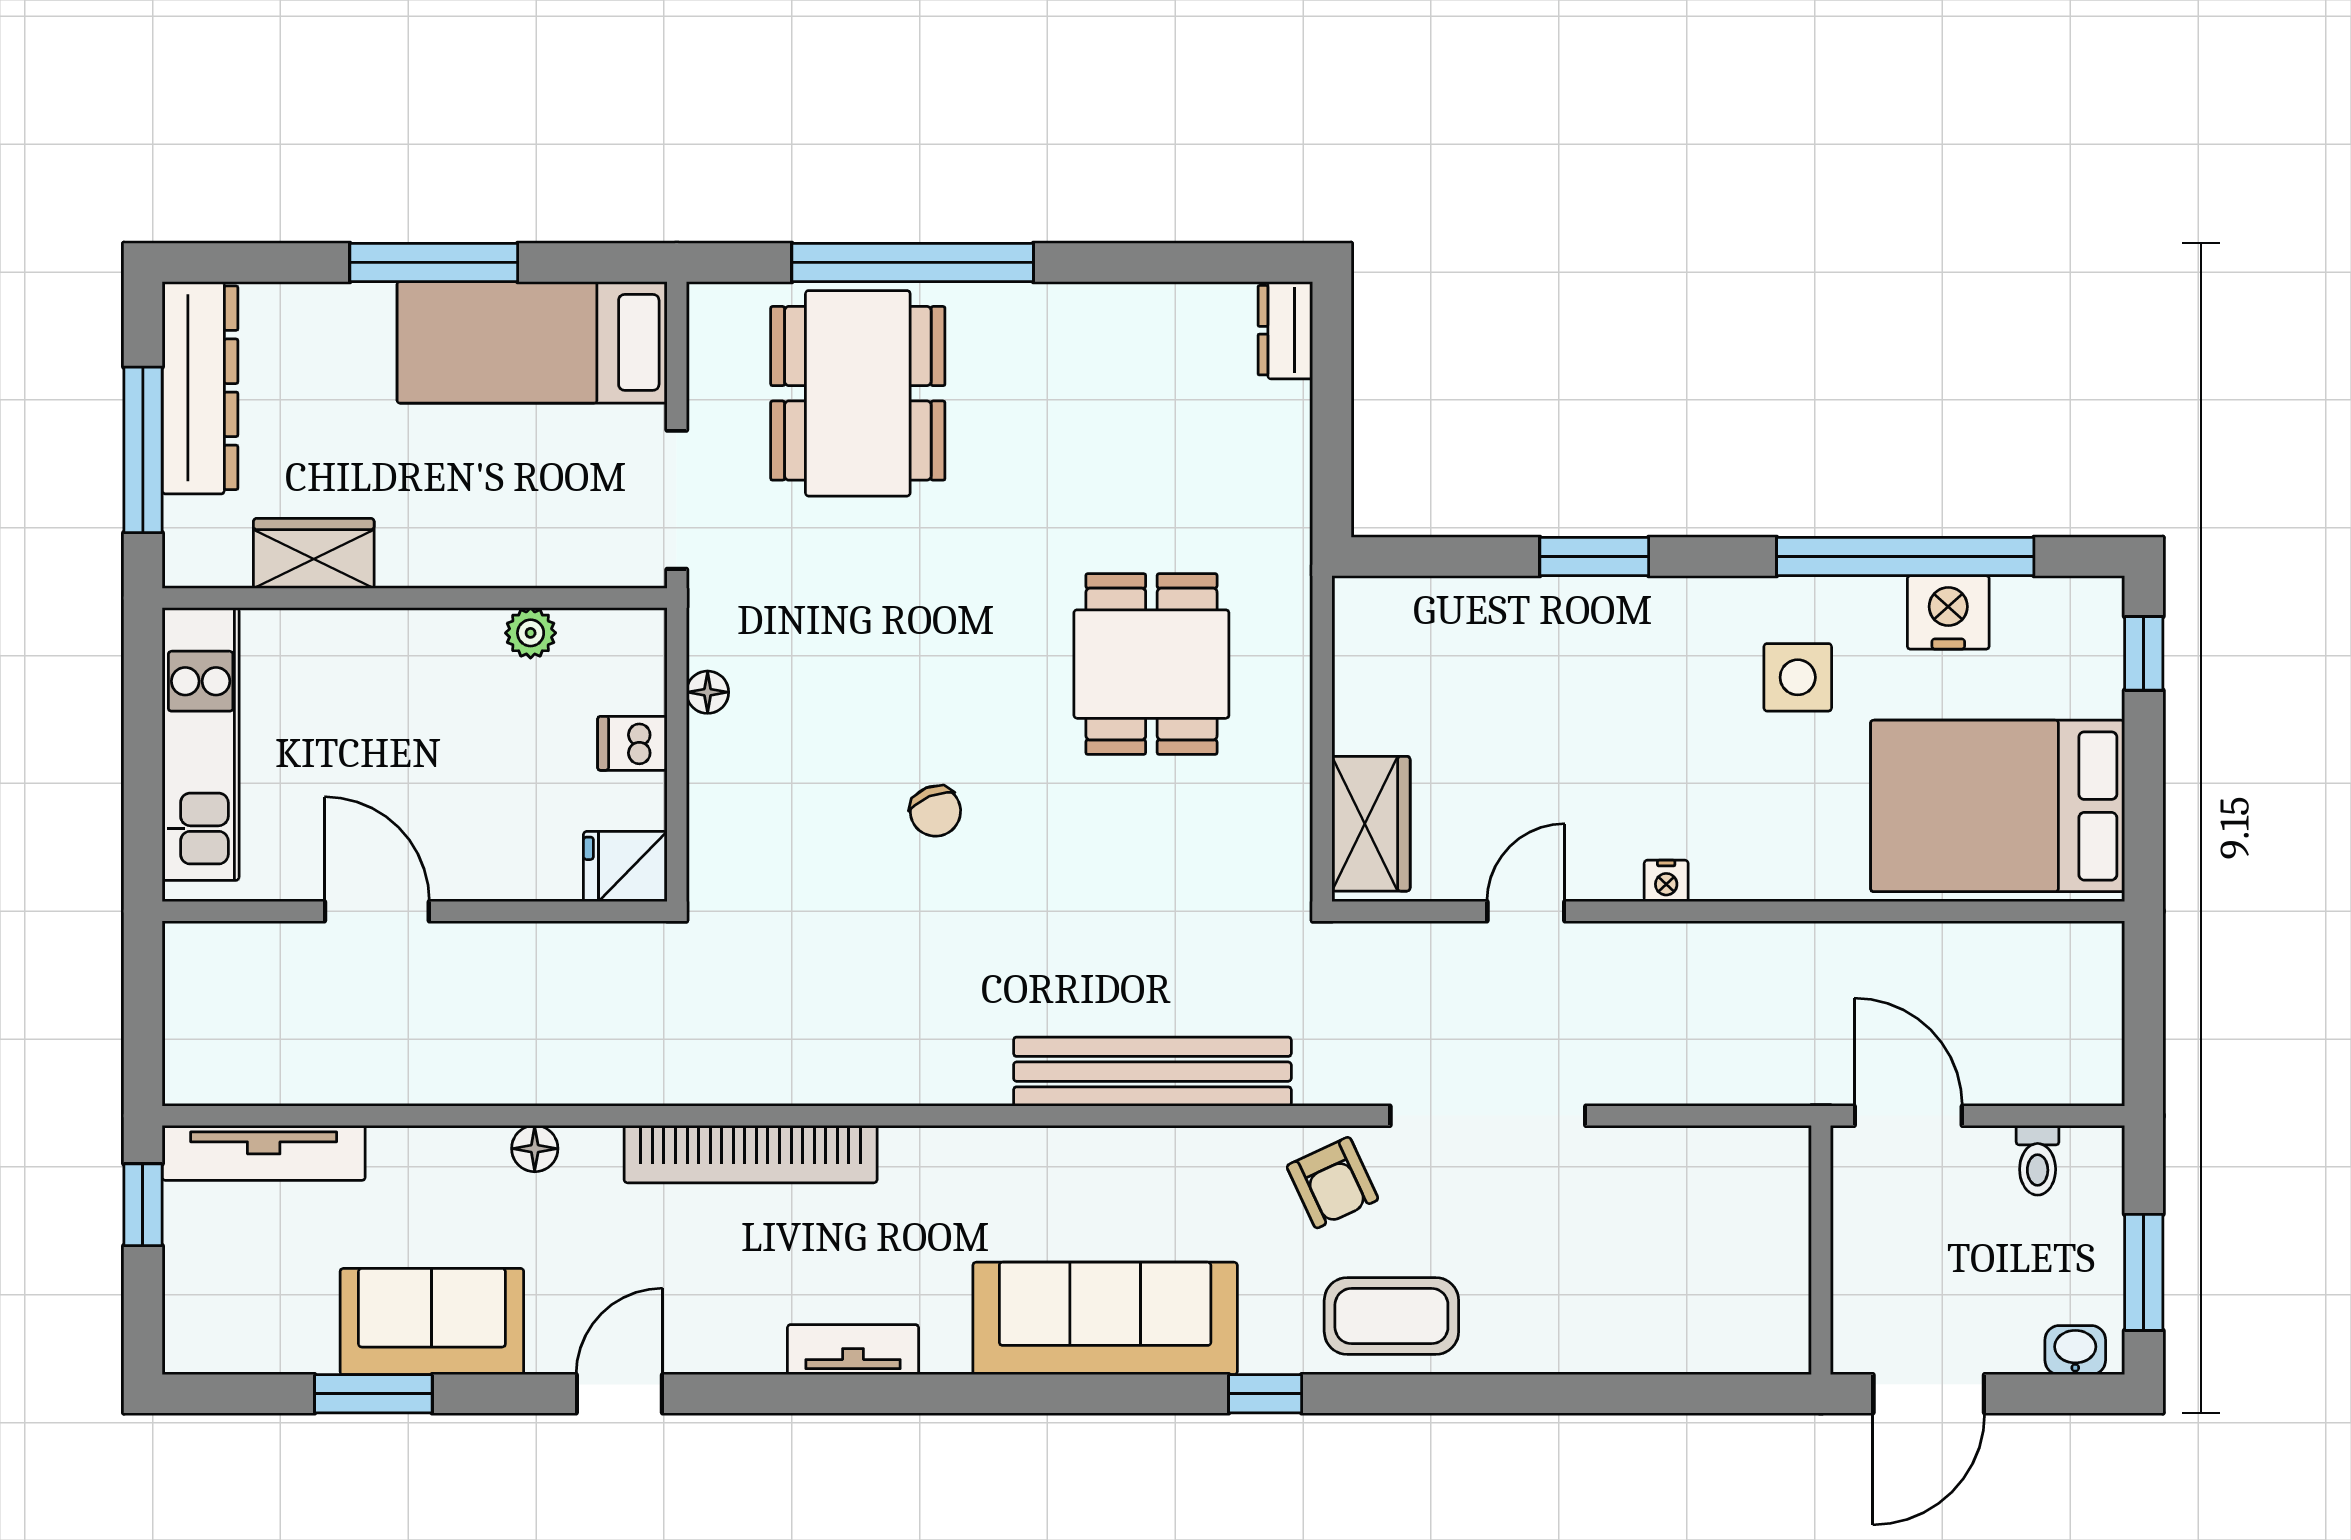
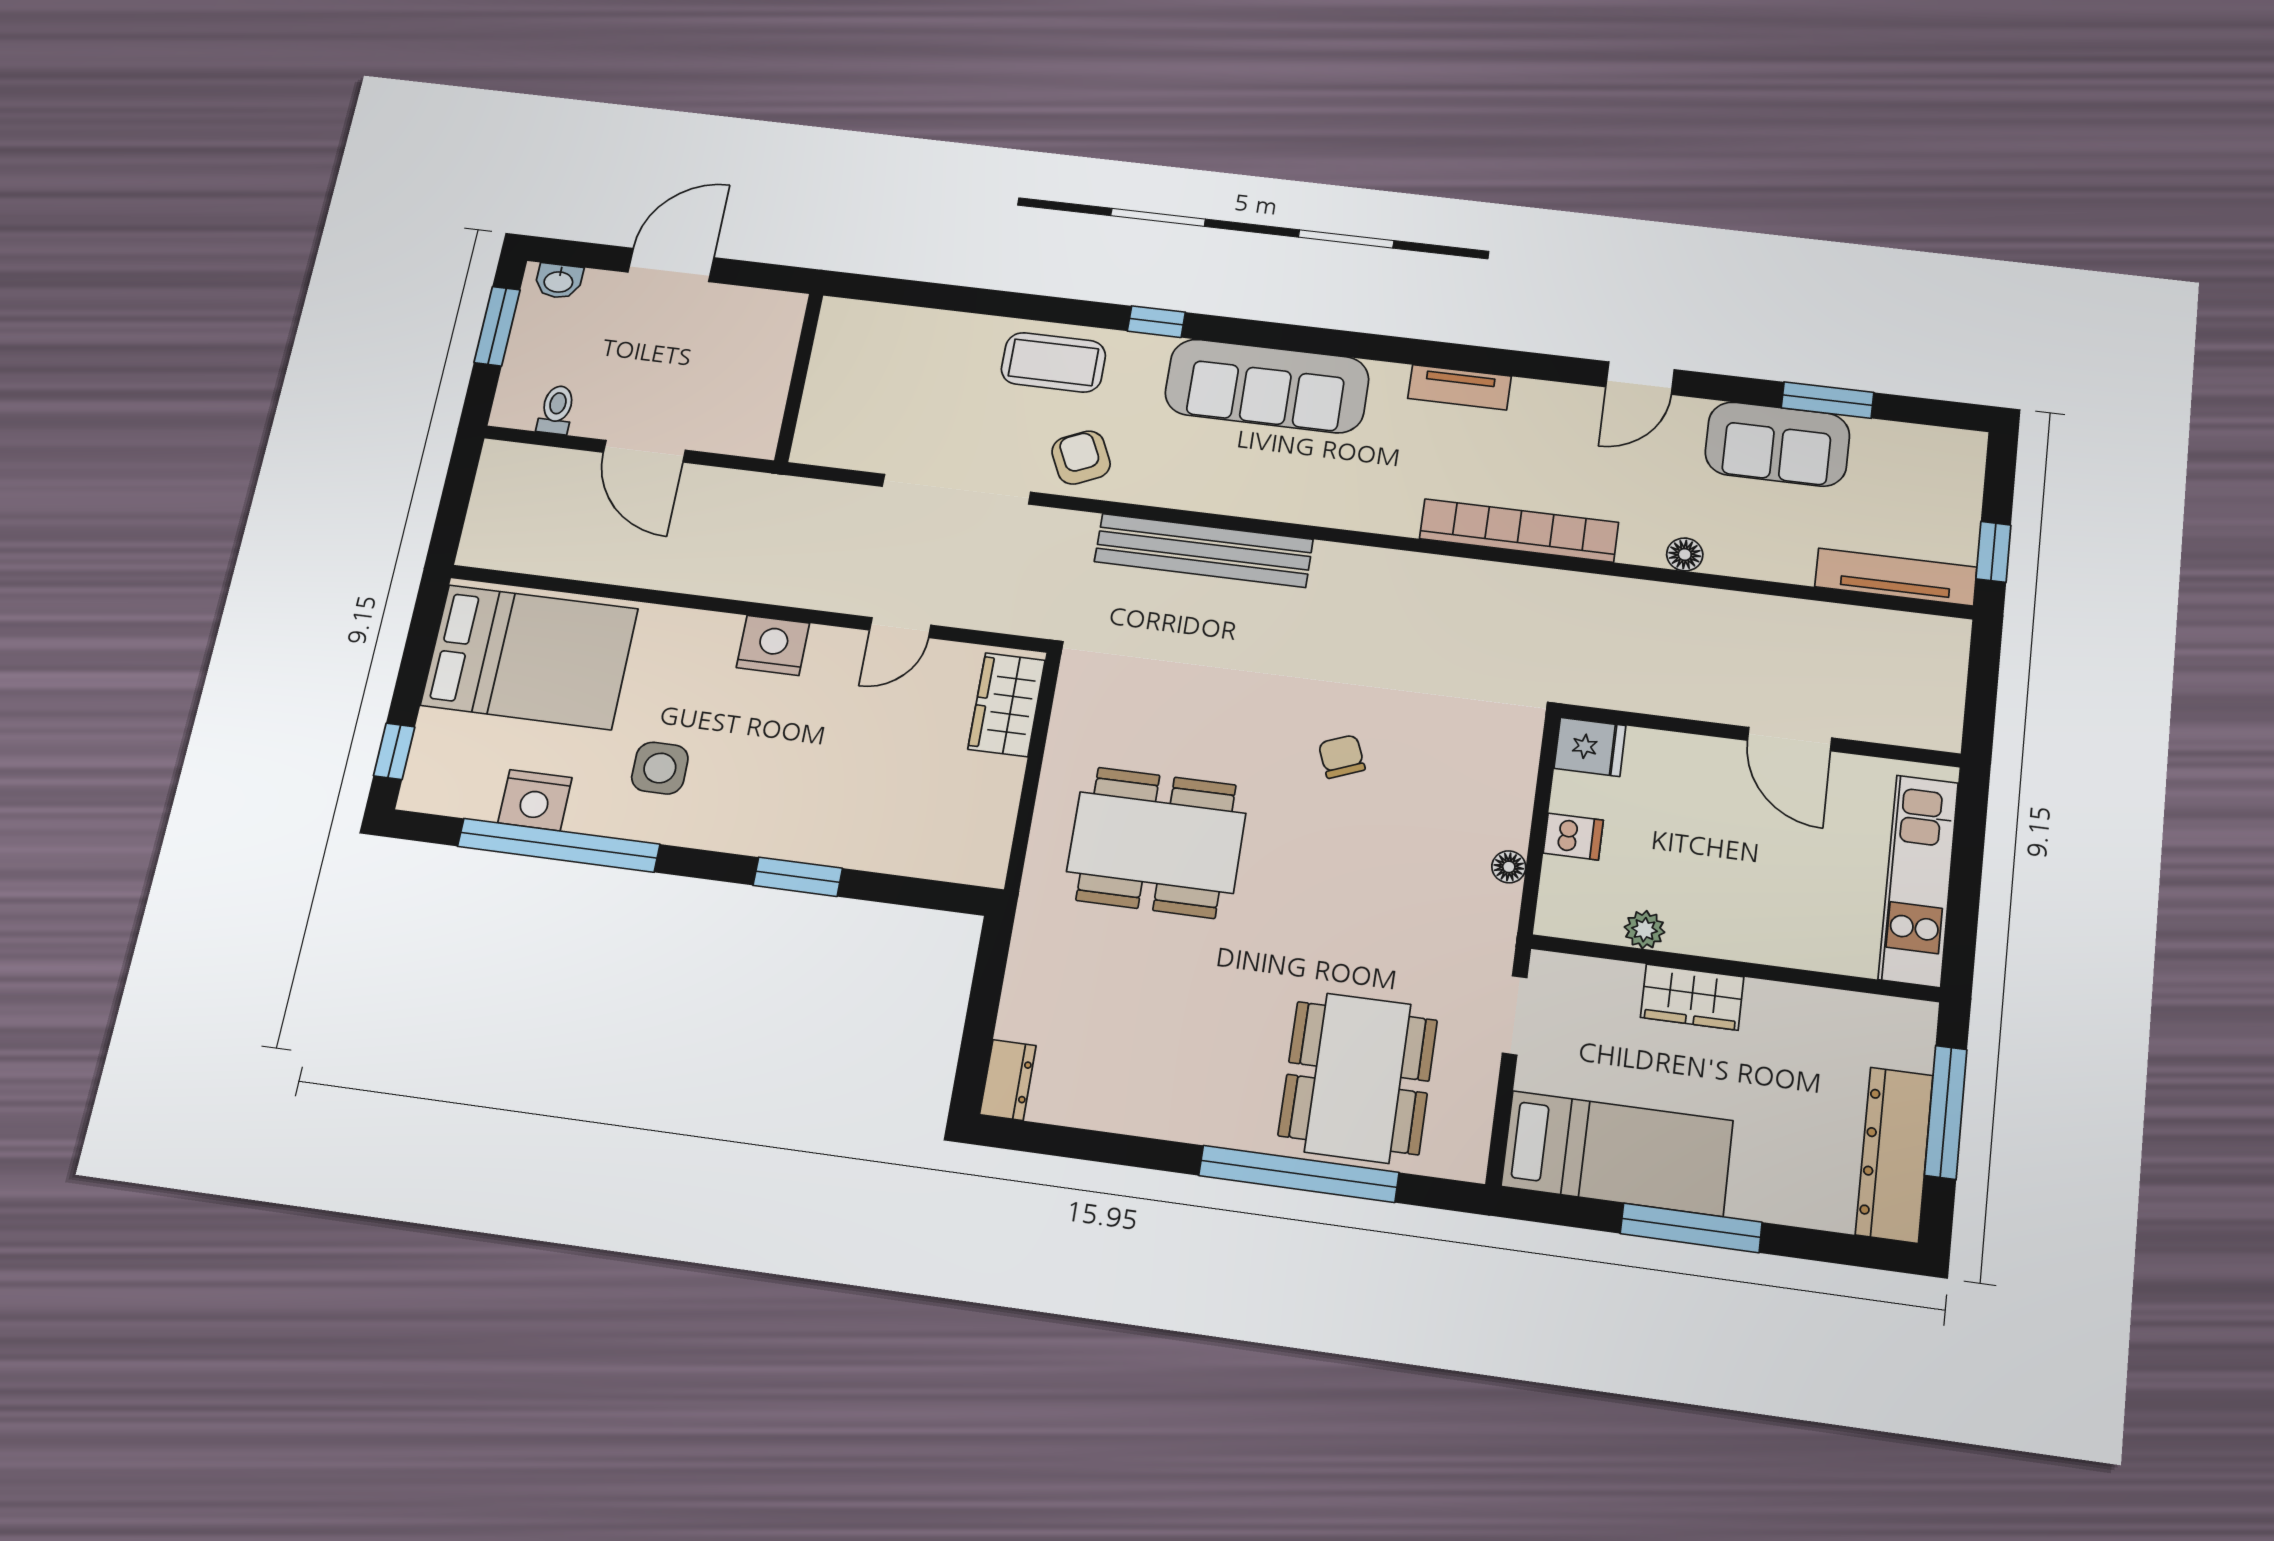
doorway: (677, 500) -> (1515, 1015), width x0.73
wardrobe: (314, 553) -> (1692, 997), moved
dining table: (1151, 664) -> (1156, 842), width x1.37
nightstand: (1666, 881) -> (773, 645), width x1.89, depth x1.79
wall: (1821, 1250) -> (799, 377), moved

